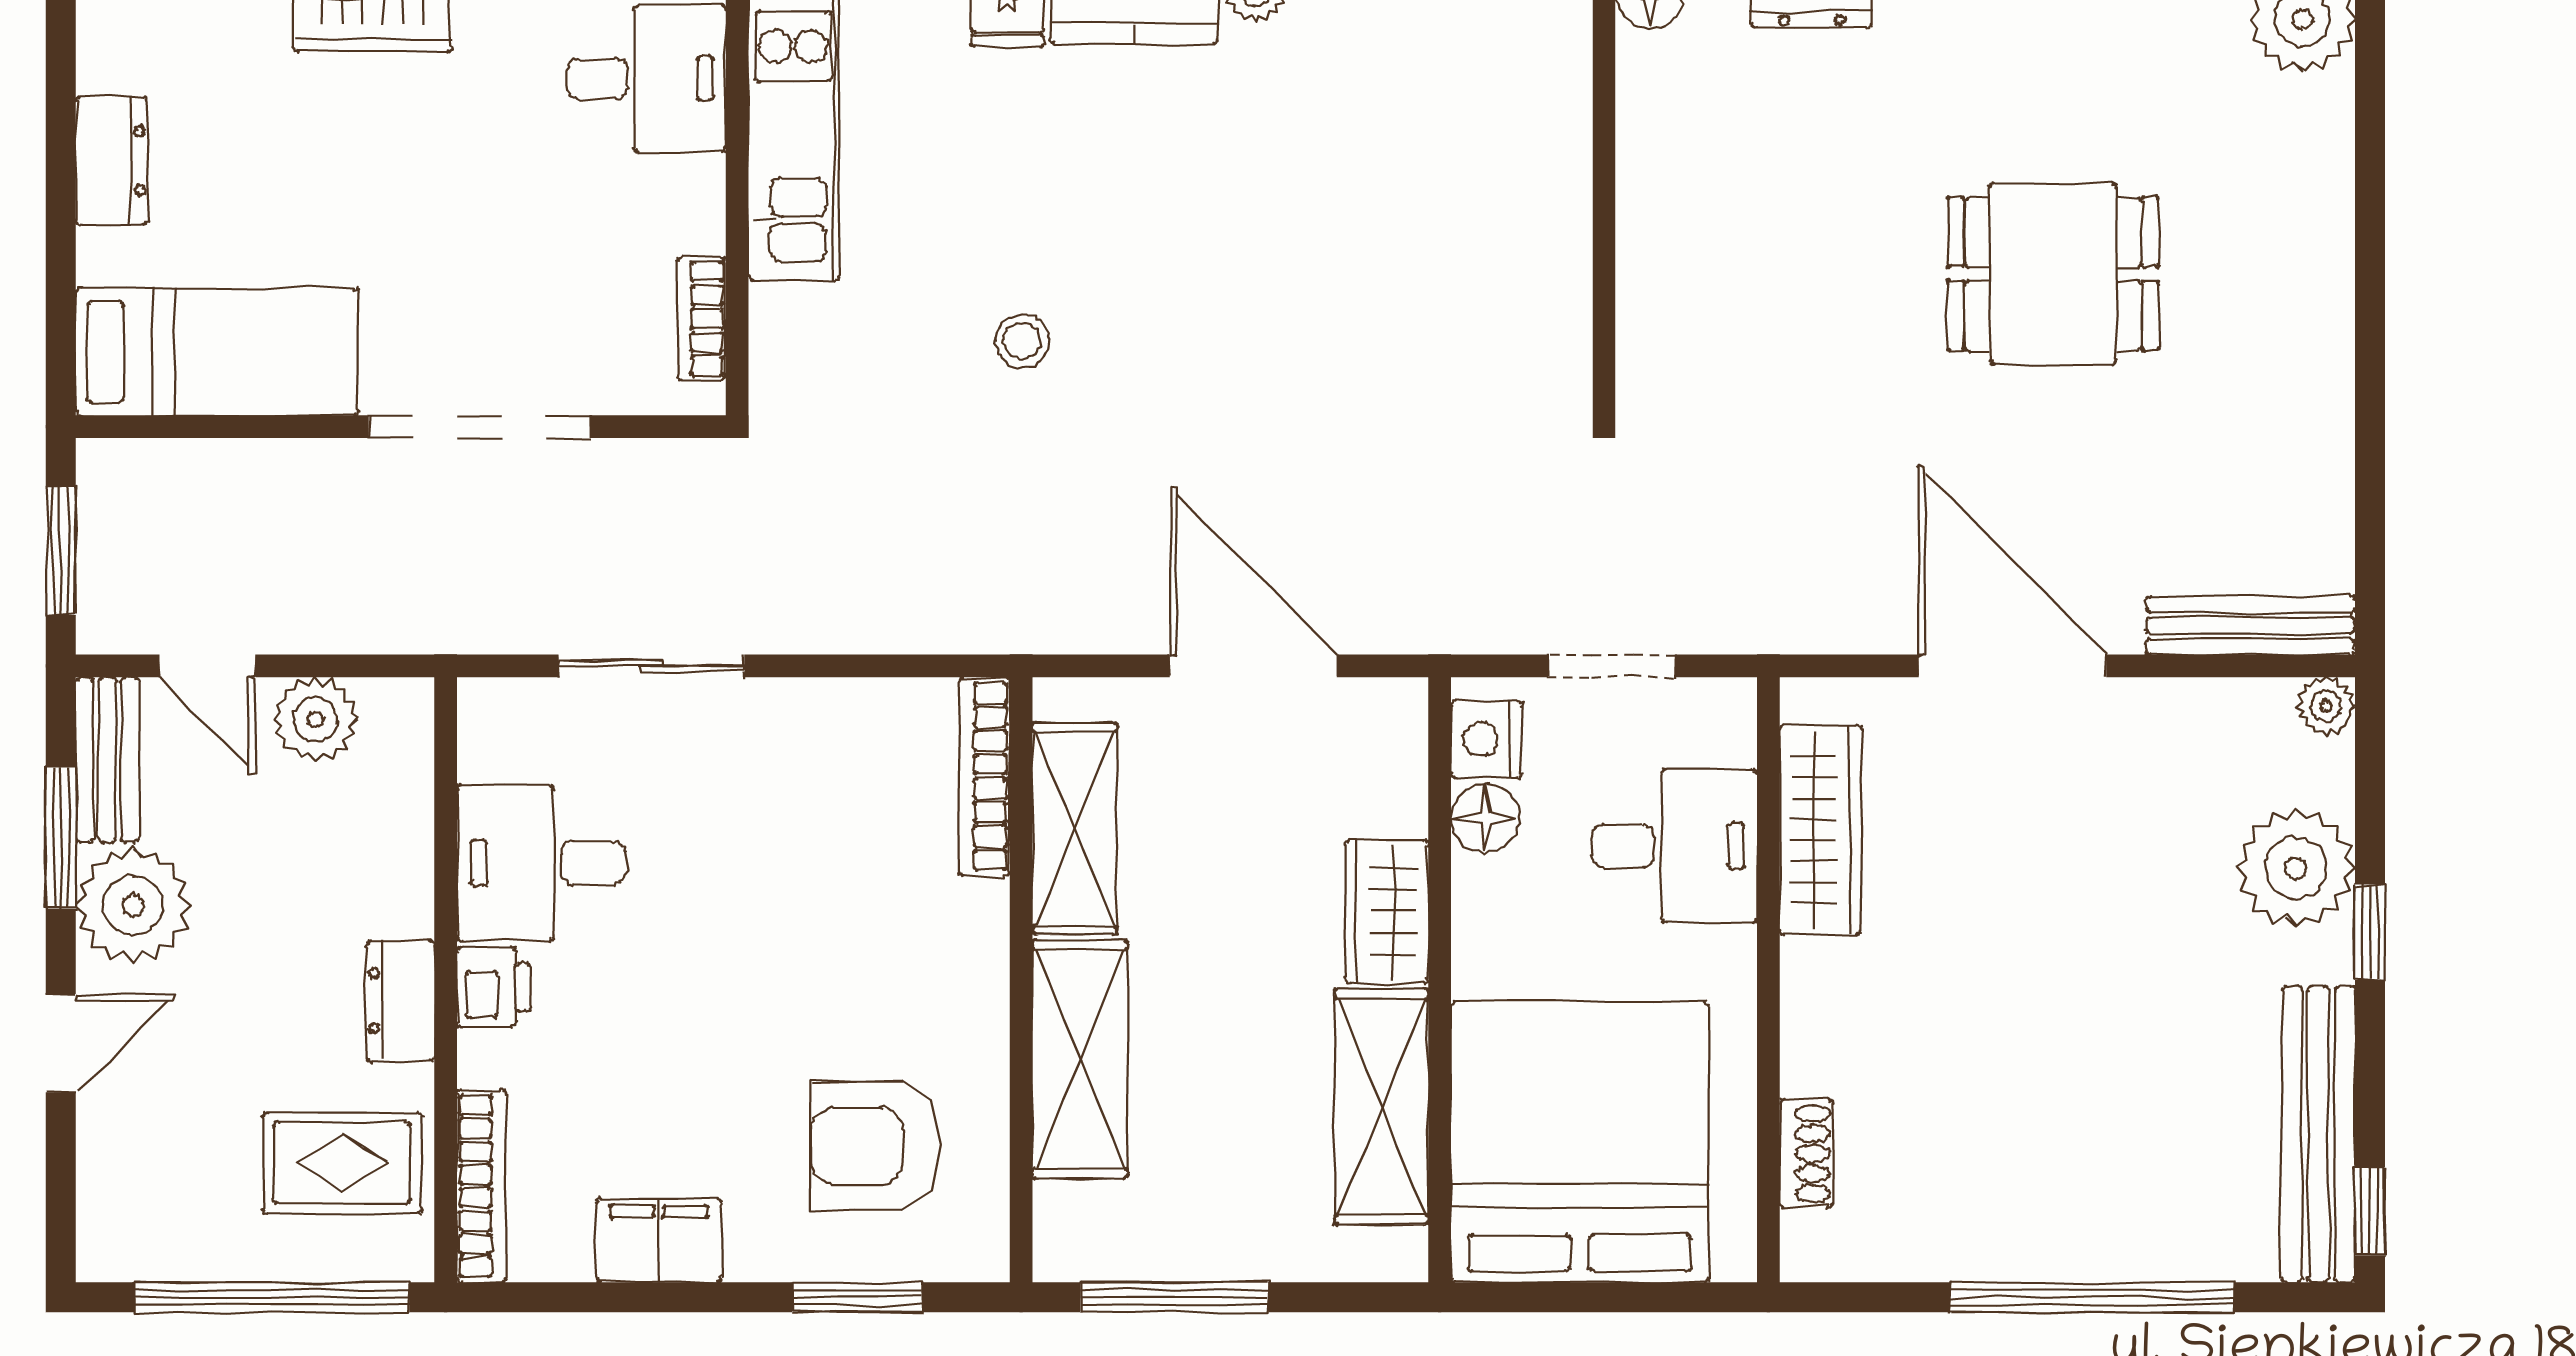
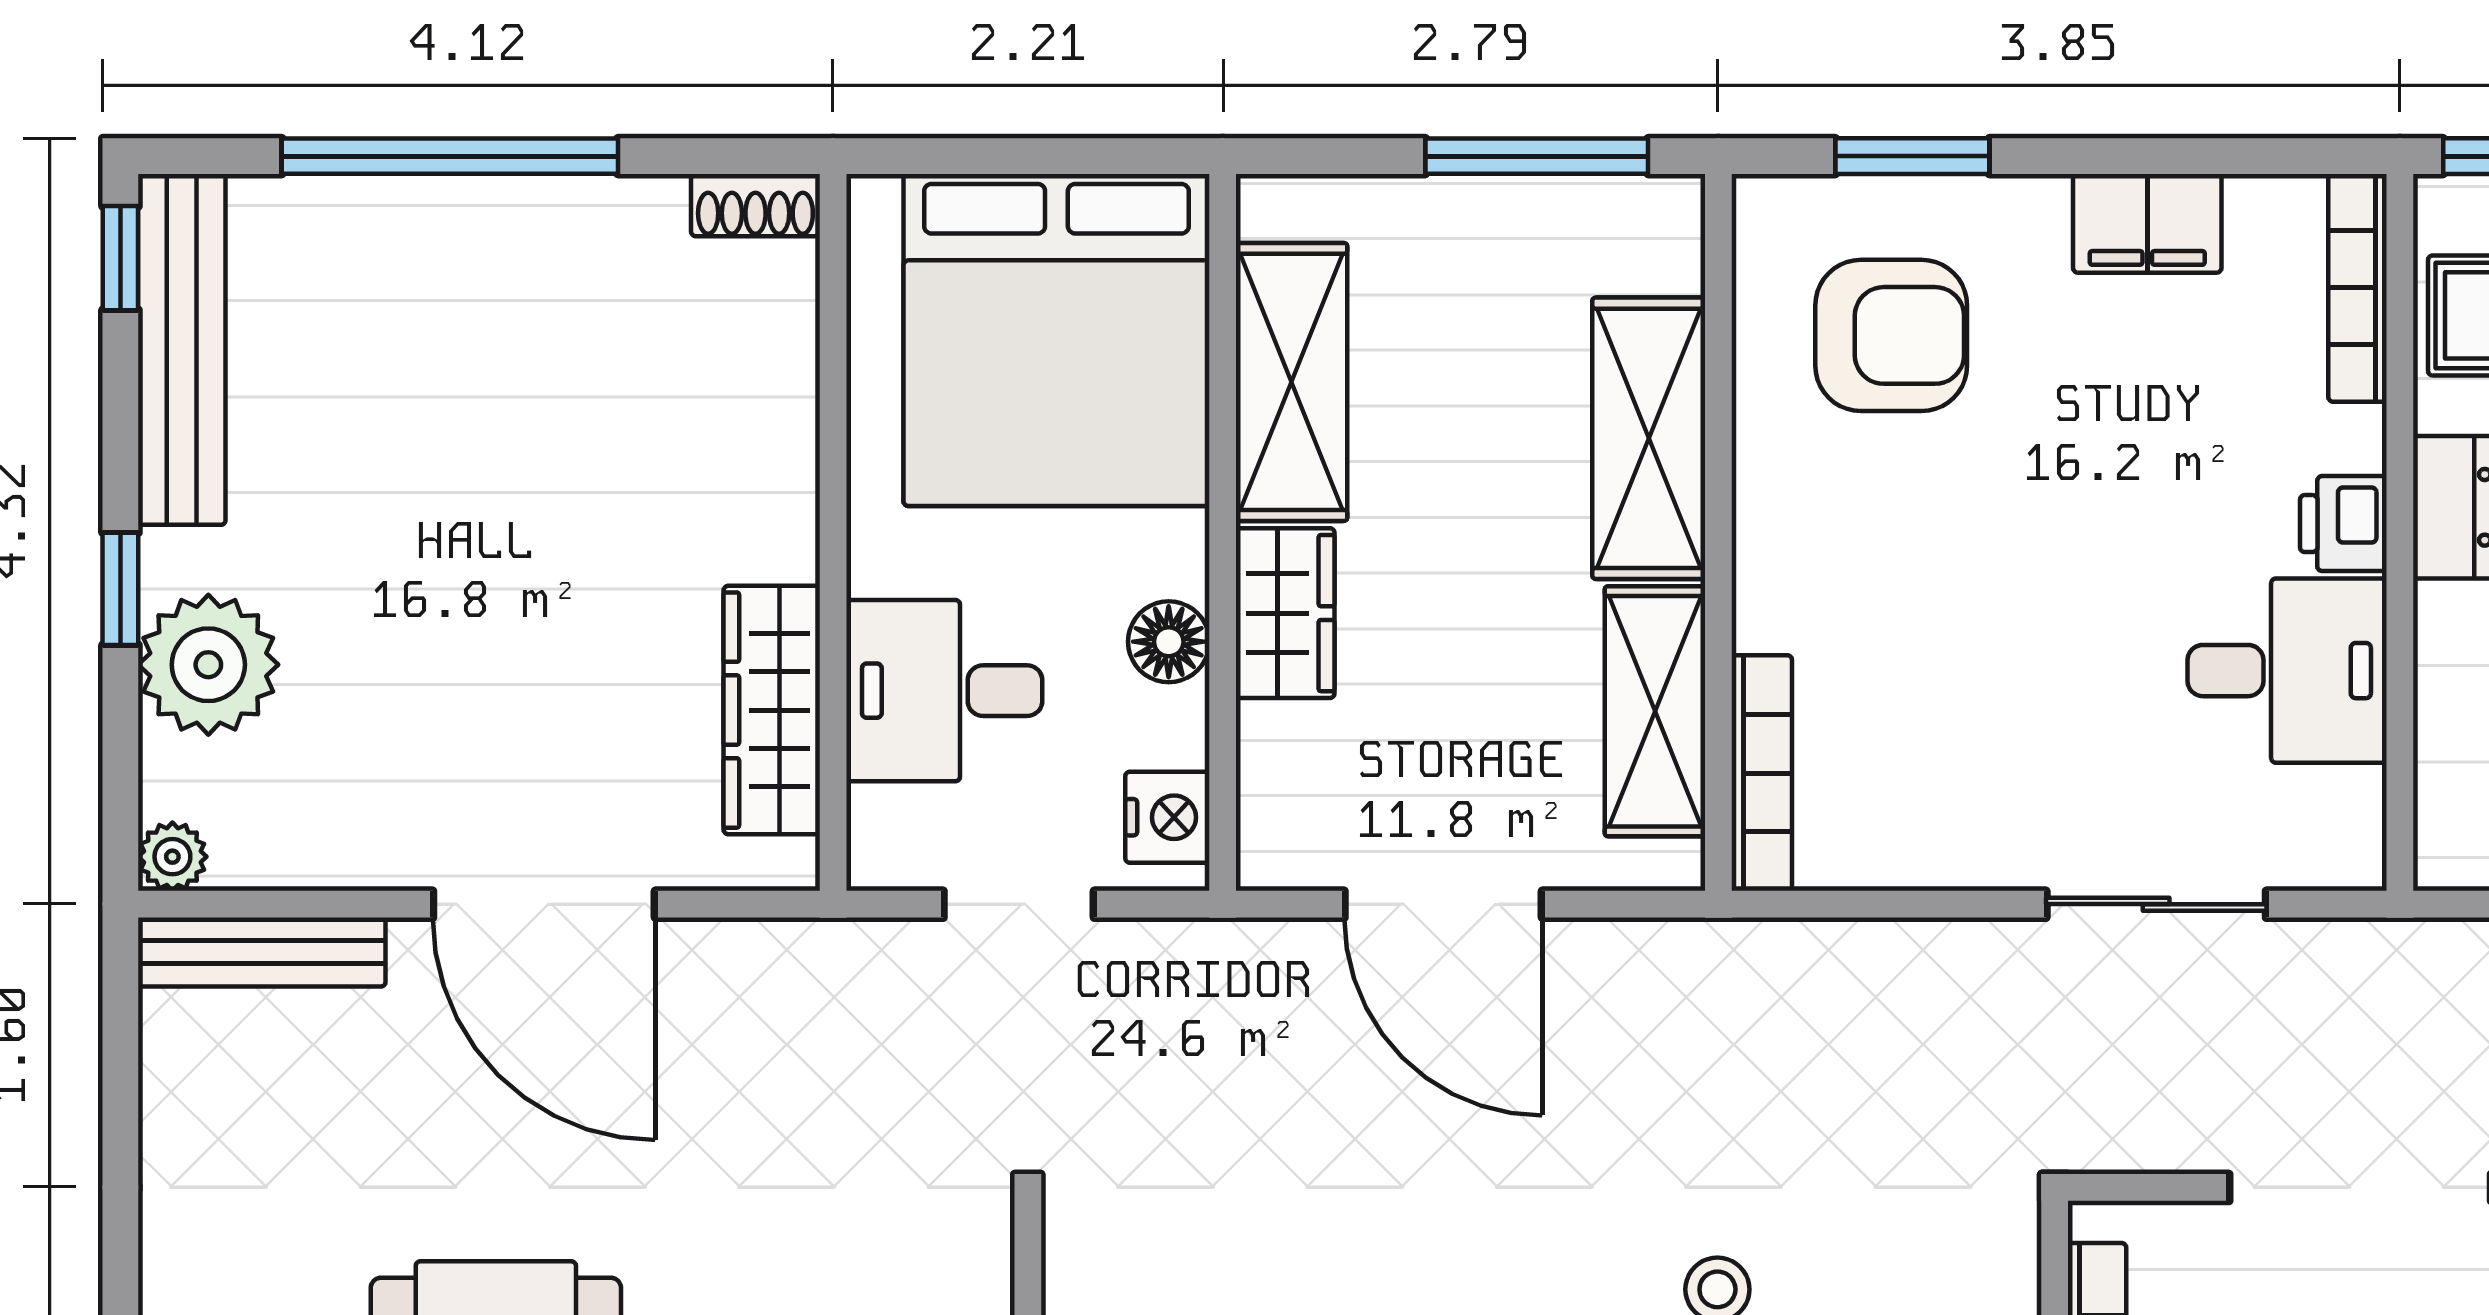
floor lamp: (1485, 818) -> (1169, 642), moved
shoe rack: (1806, 1153) -> (755, 205), moved, turned -90

